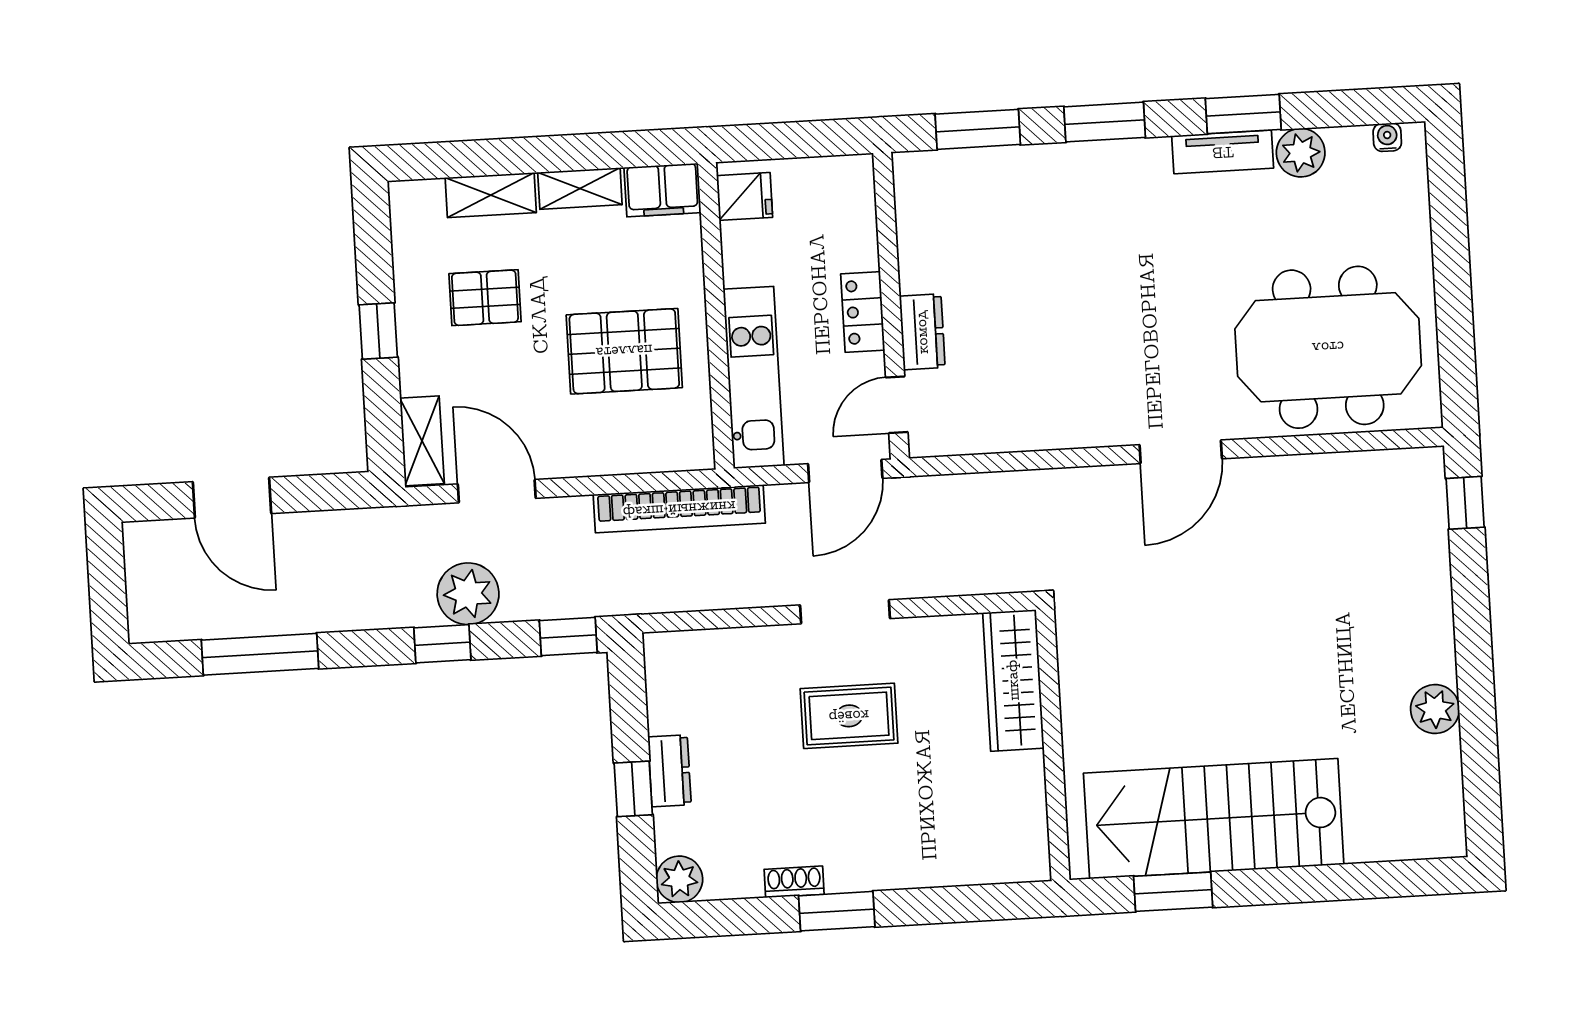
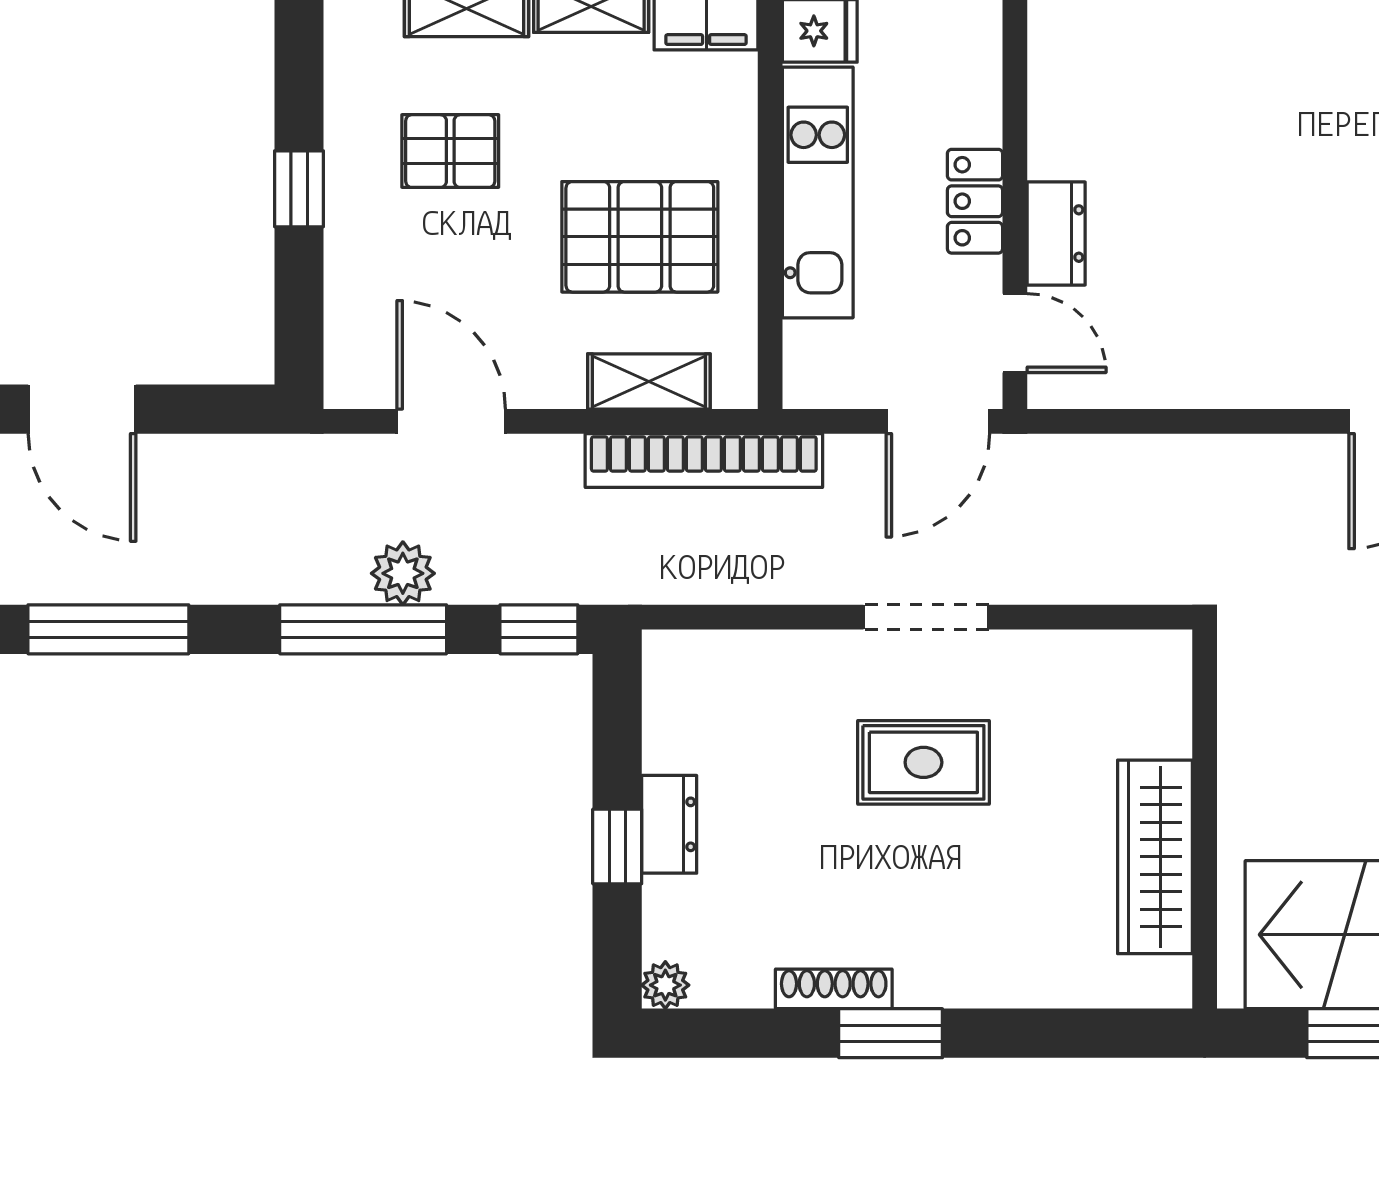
kitchen unit: (754, 377) -> (818, 192), moved
door: (897, 405) -> (1015, 333), swing flipped
shelving: (422, 441) -> (649, 381), moved, turned 90
plant: (468, 594) -> (403, 573), width x0.73, depth x0.73
window: (442, 644) -> (363, 629), width x2.17
wardrobe: (1013, 680) -> (1155, 857), moved
plant: (679, 879) -> (665, 985), width x0.73, depth x0.73
shoe rack: (794, 882) -> (834, 989), width x1.43

